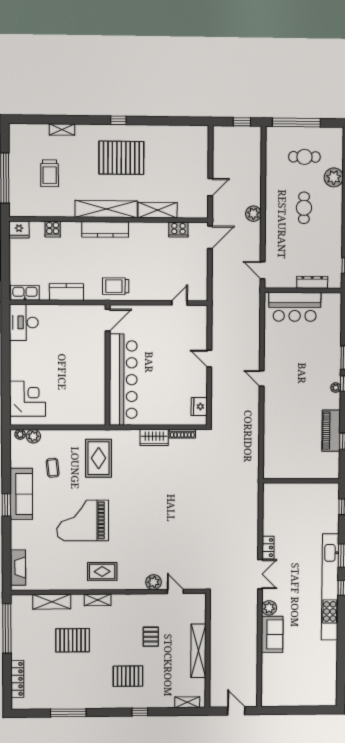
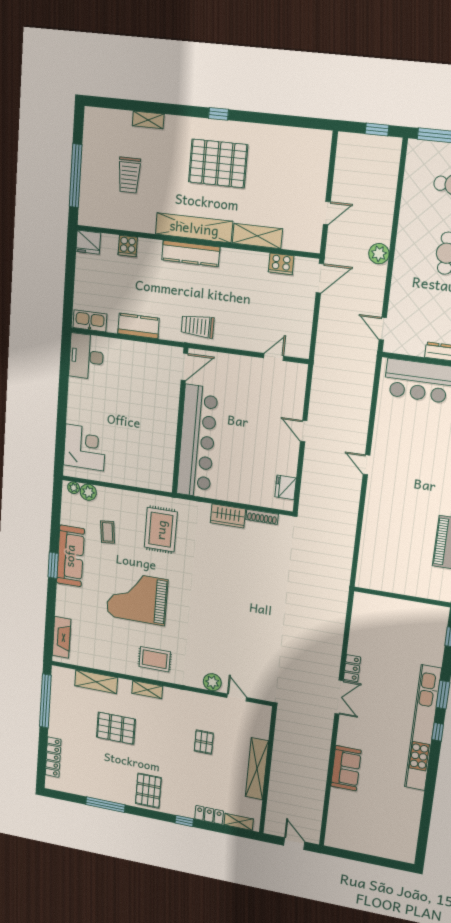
plant: (269, 608) -> (346, 737), removed
pallet: (128, 676) -> (148, 791), moved, turned 90
locker: (161, 702) -> (209, 815), added

